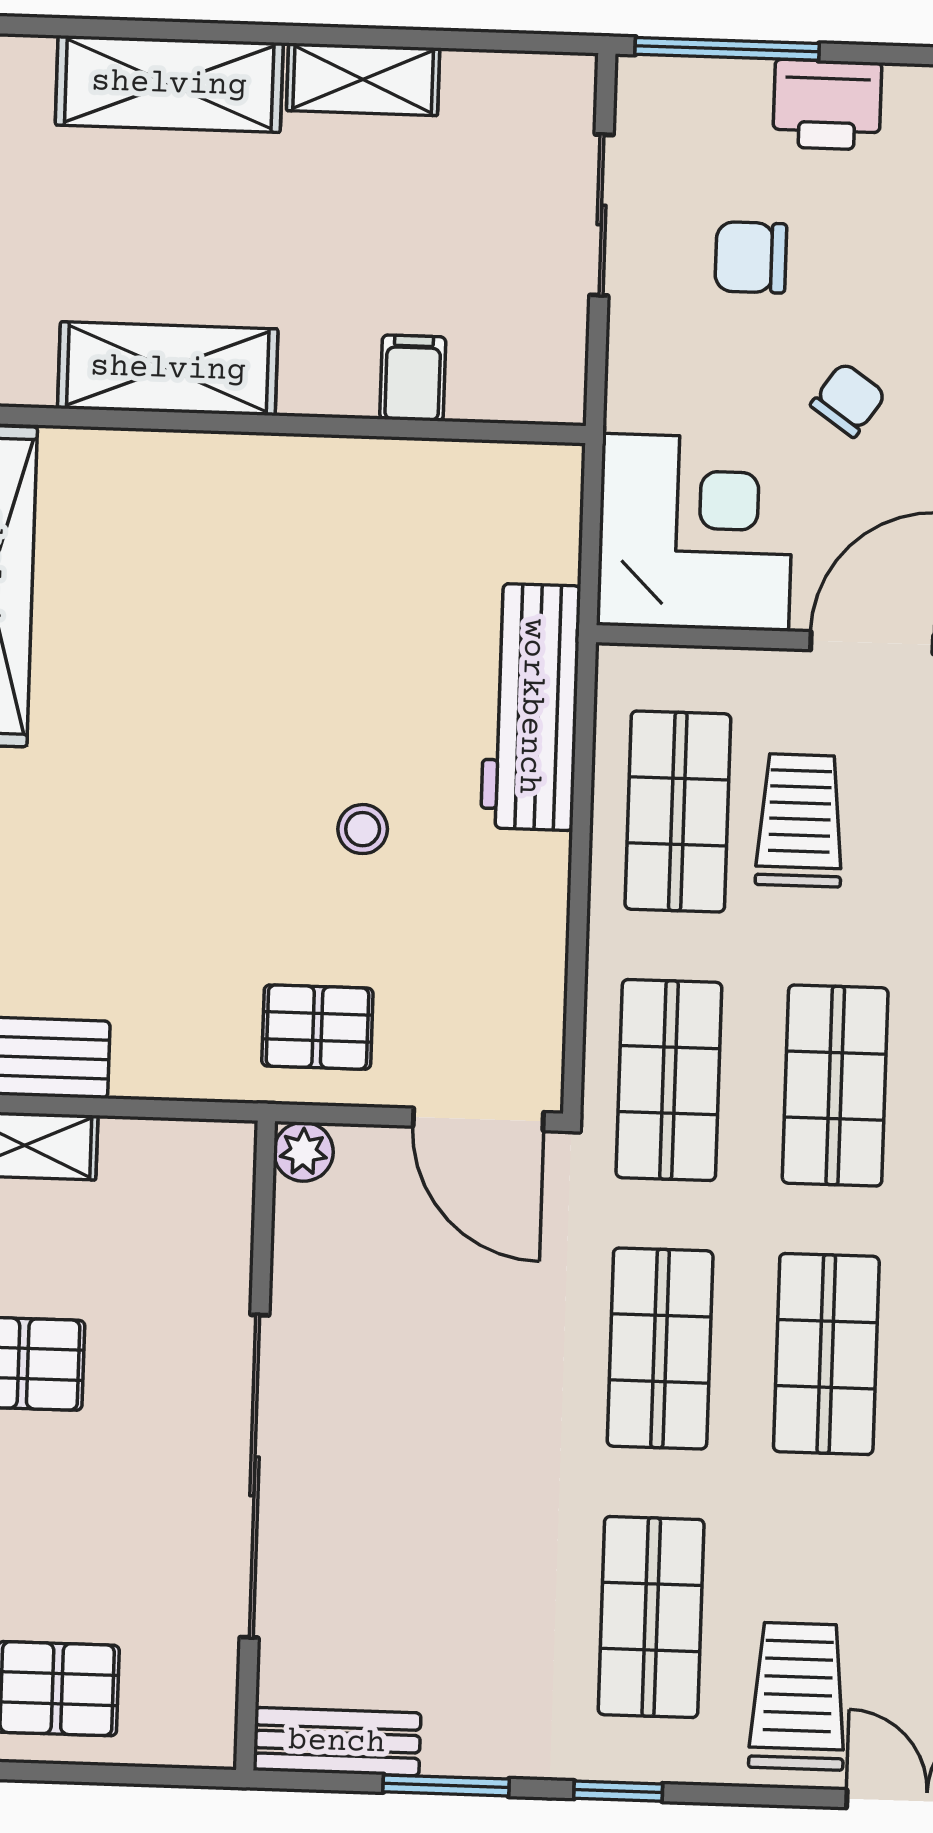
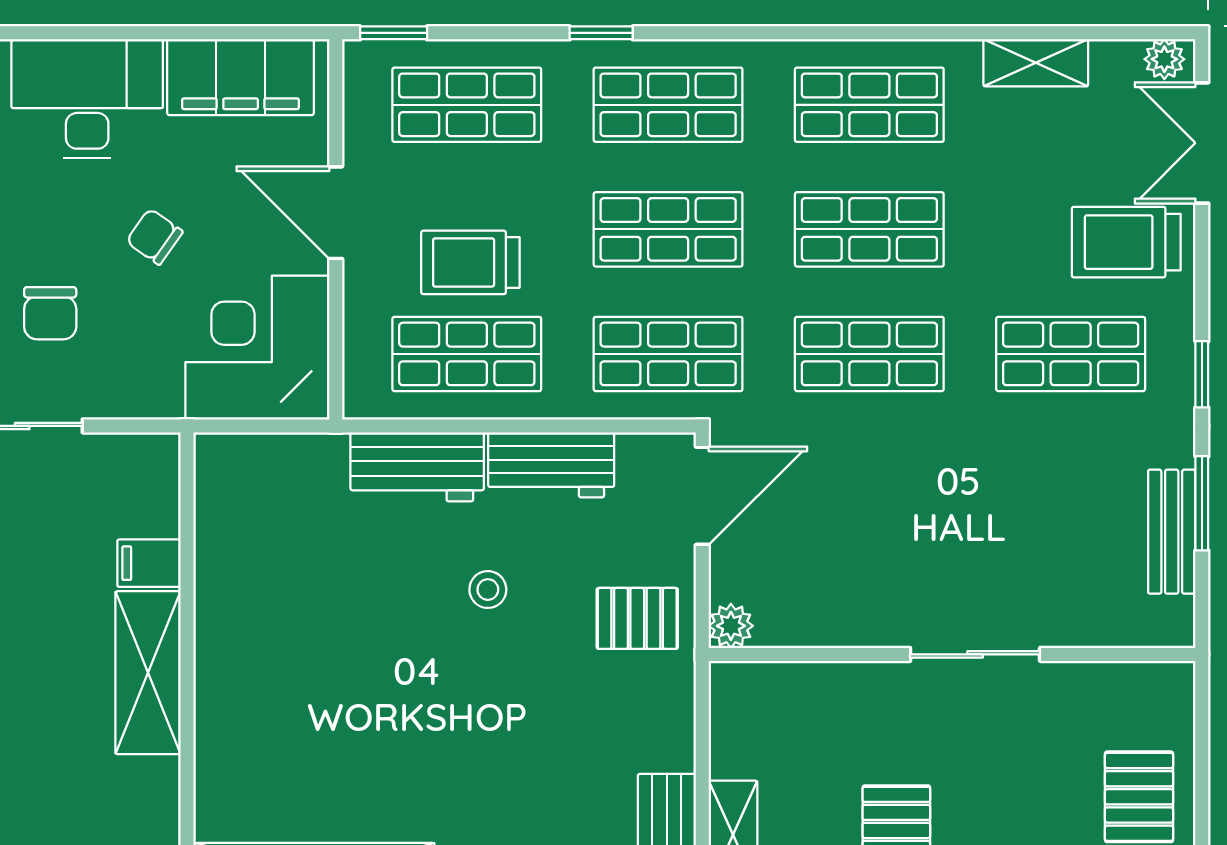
shelving: (168, 369) -> (148, 673), moved
workbench: (531, 707) -> (417, 467), width x0.73
workbench: (526, 919) -> (551, 465), added
pallet: (317, 1027) -> (637, 618), turned 90
sliding door: (254, 1476) -> (975, 654), width x0.54
bench: (337, 1742) -> (1172, 532), moved

